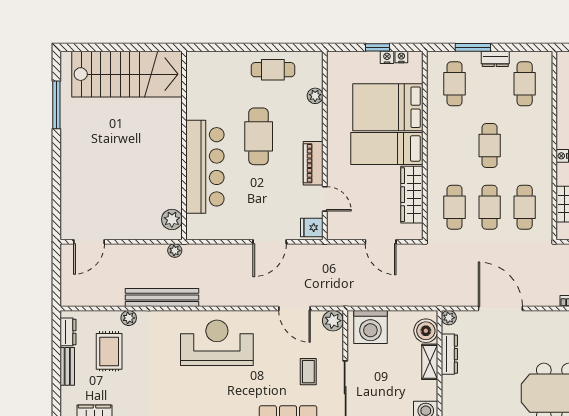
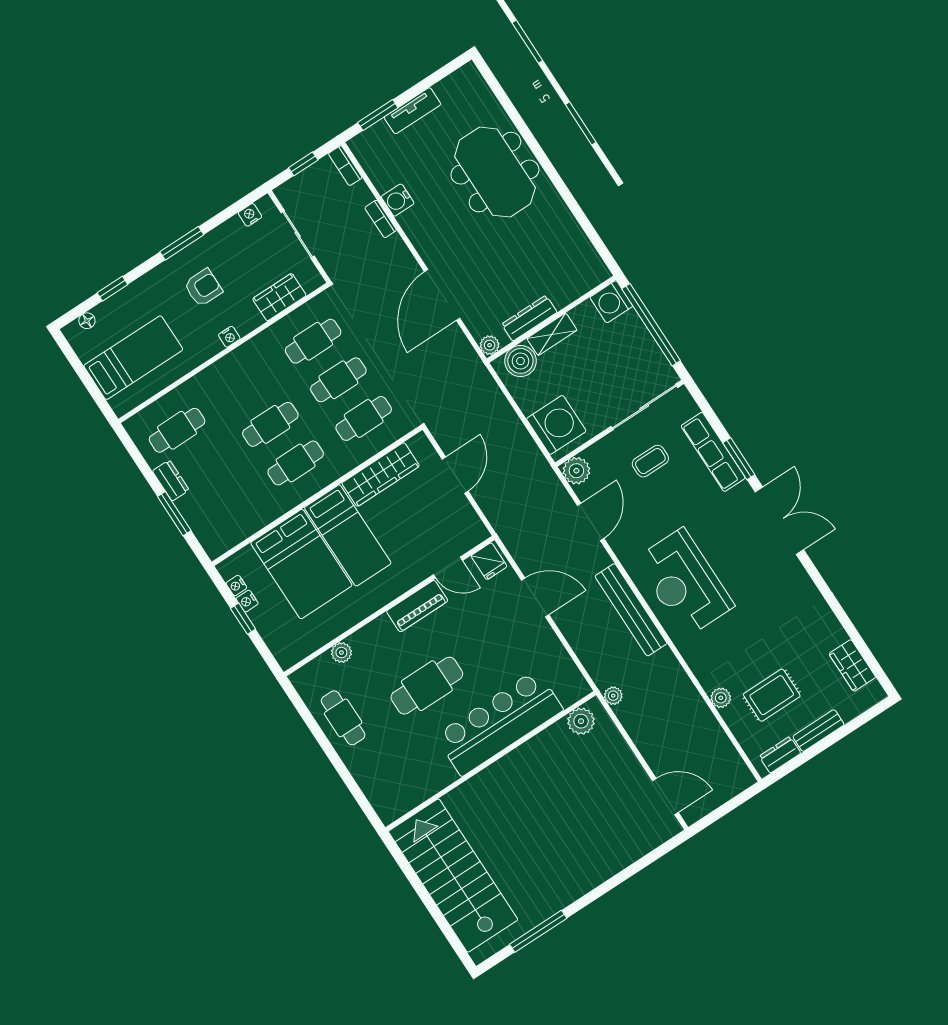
cafe table: (455, 84) -> (296, 463), moved
door: (325, 199) -> (448, 568), swing flipped
bench: (162, 297) -> (631, 610), moved

